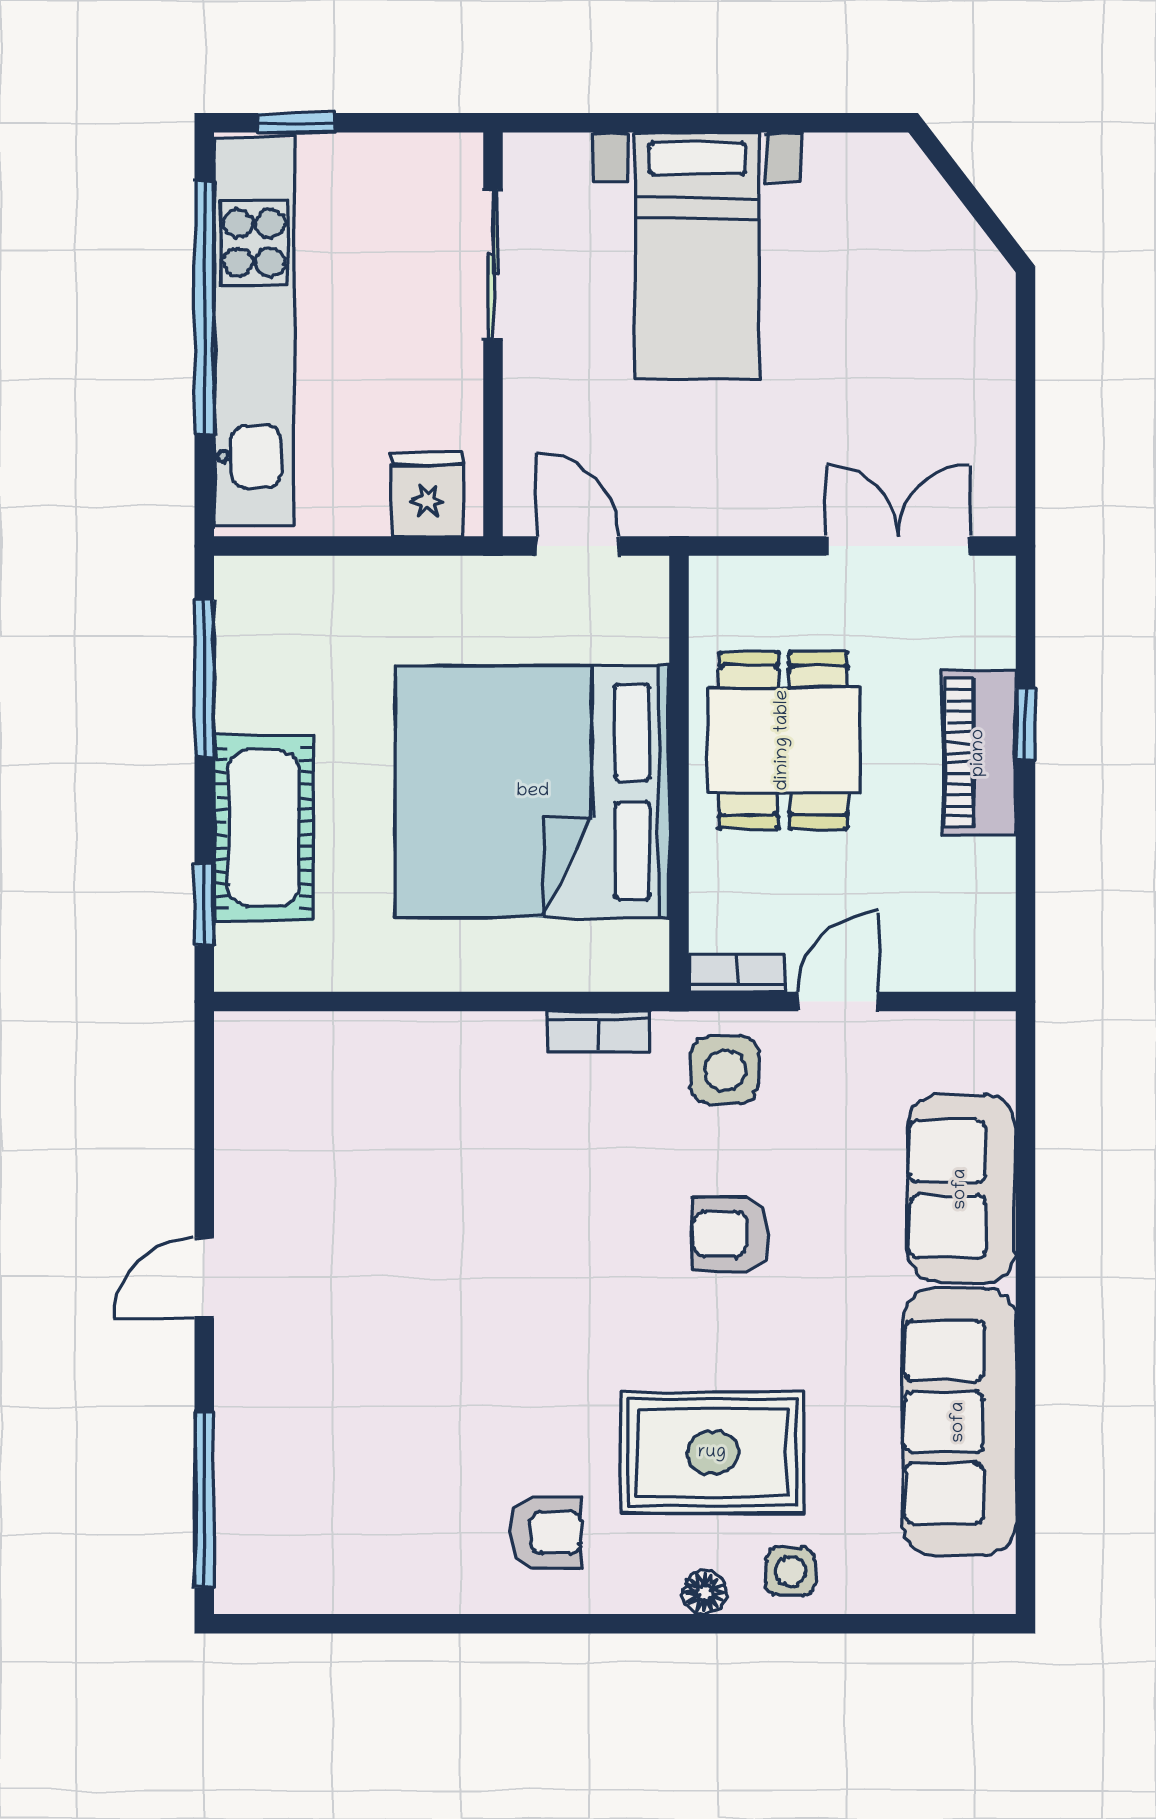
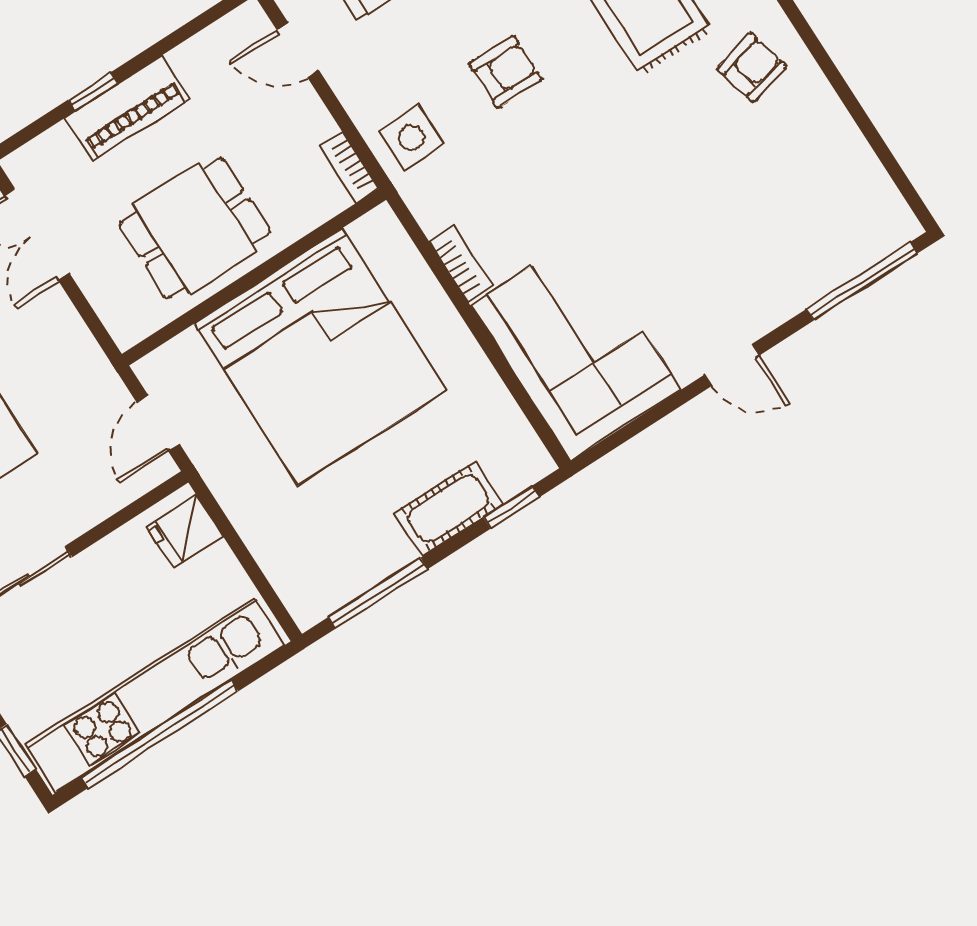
cot: (264, 828) -> (449, 509), width x0.73, depth x0.75
door: (838, 1002) -> (298, 50), moved
bookcase: (598, 1032) -> (461, 265), moved
corner sofa: (346, 1105) -> (576, 347), added
armchair: (730, 1234) -> (506, 72), turned -90
armchair: (546, 1532) -> (752, 67), turned 76

